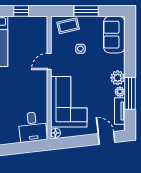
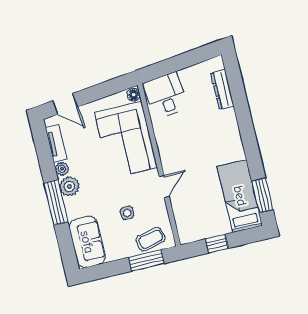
window: (86, 11) -> (147, 260), moved
window: (130, 93) -> (56, 202), moved

